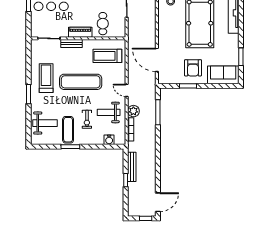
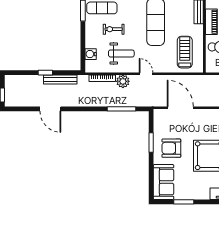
door: (157, 60) -> (180, 108), hinge flipped
door: (127, 90) -> (146, 74), hinge flipped
weight bench: (109, 112) -> (121, 53), turned 90
door: (158, 202) -> (50, 109), moved

